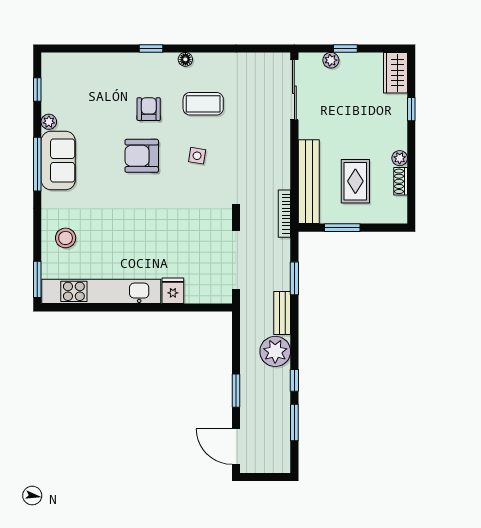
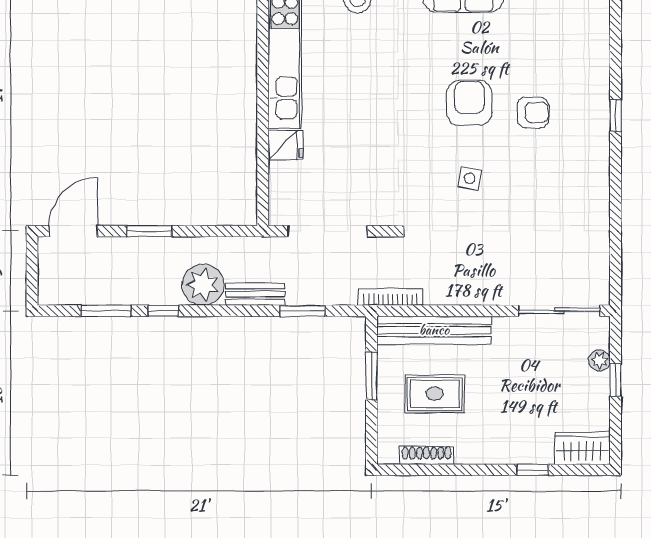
floor lamp: (185, 59) -> (601, 162), removed
coffee table: (203, 104) -> (540, 187), removed
plant: (400, 158) -> (466, 454), removed
shoe rack: (401, 181) -> (426, 455), width x1.43

